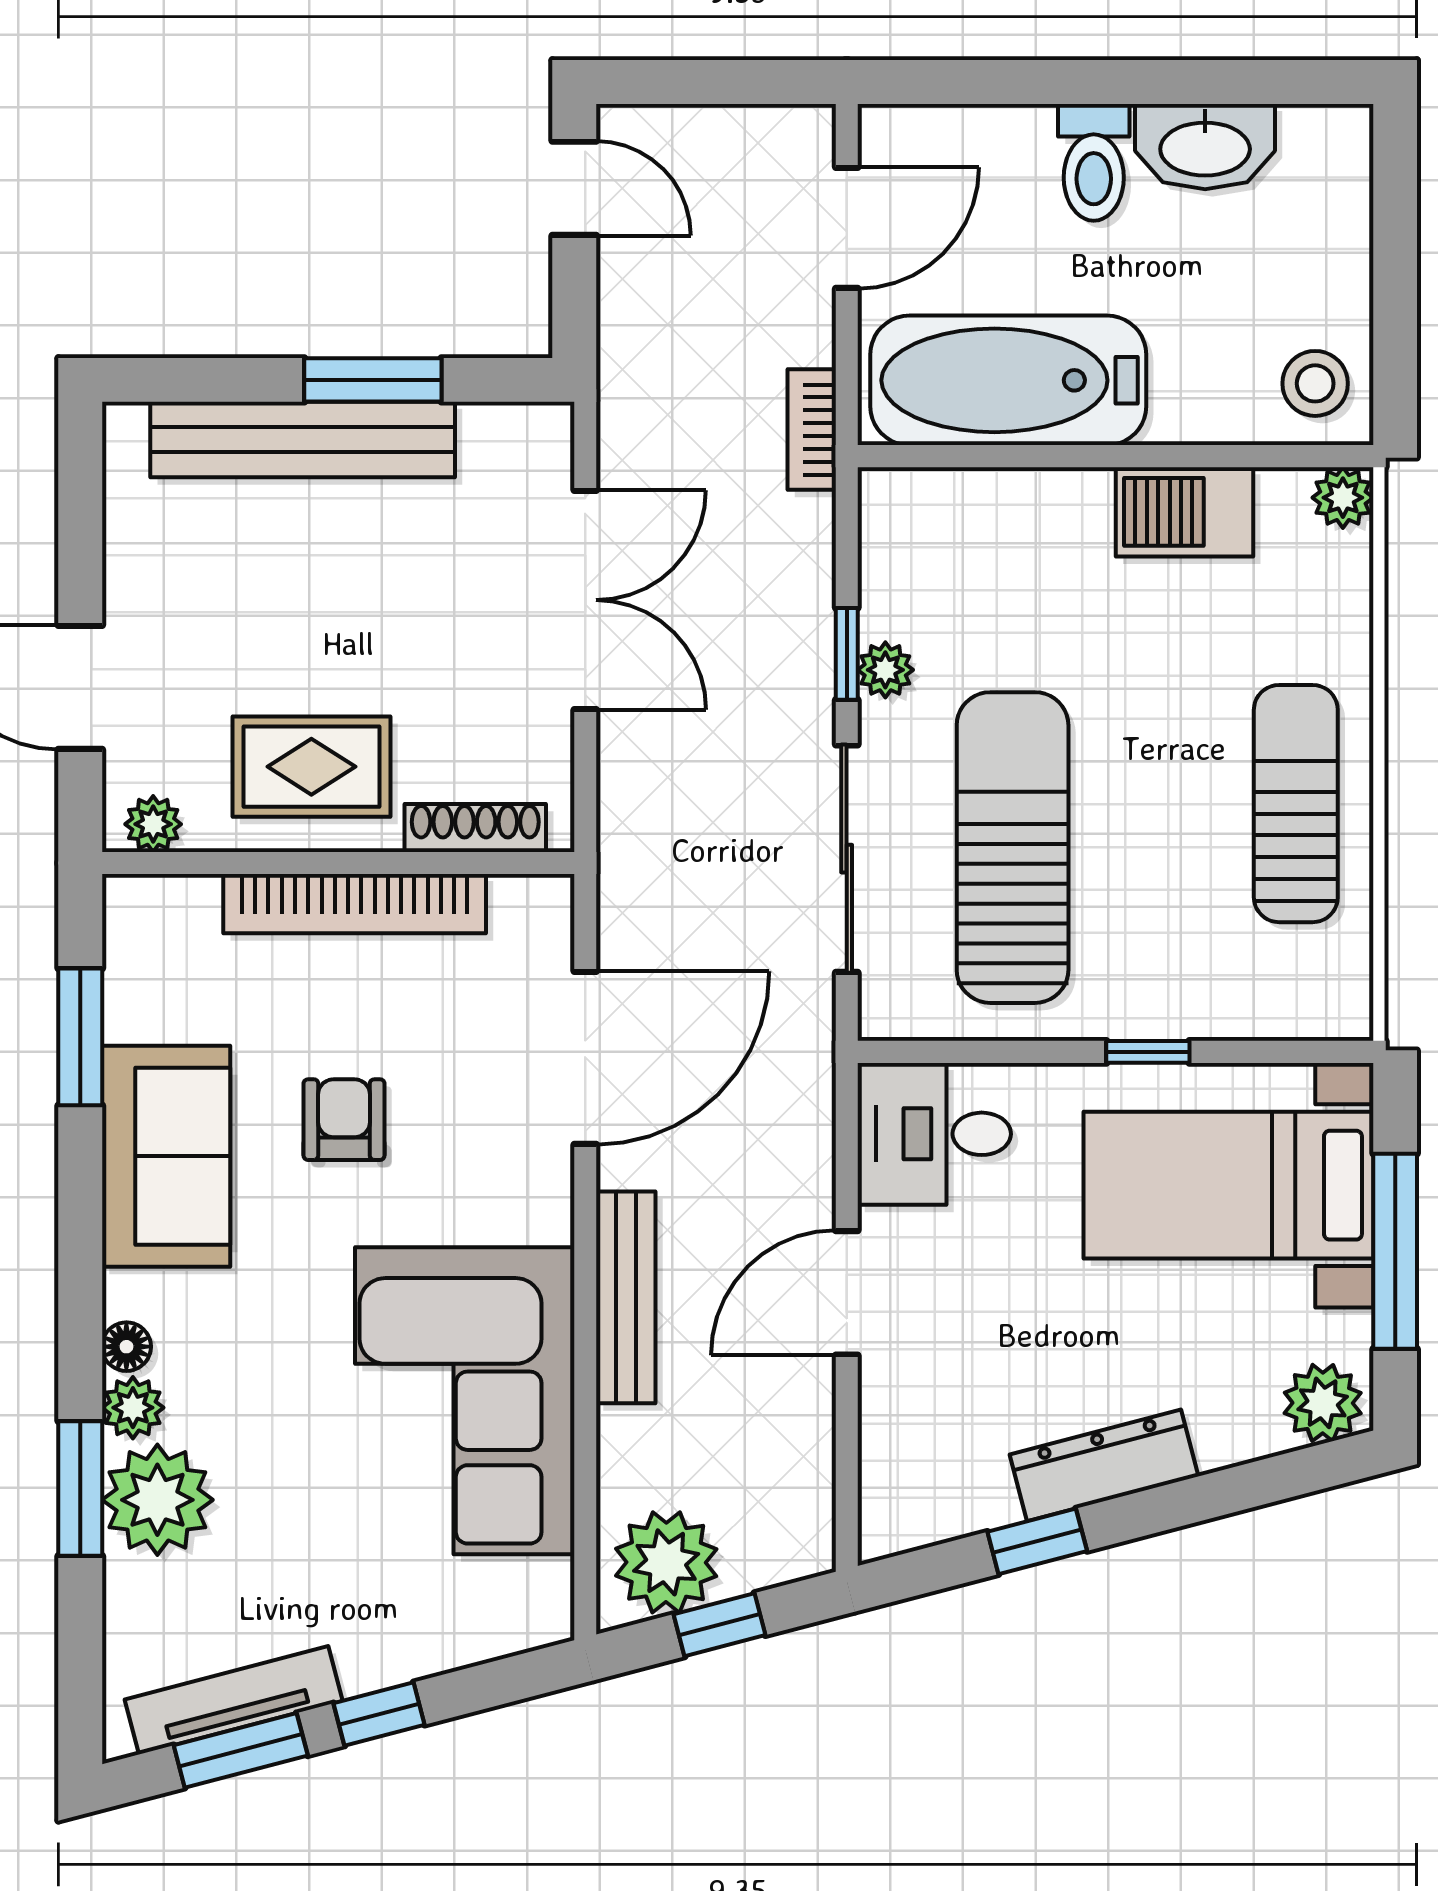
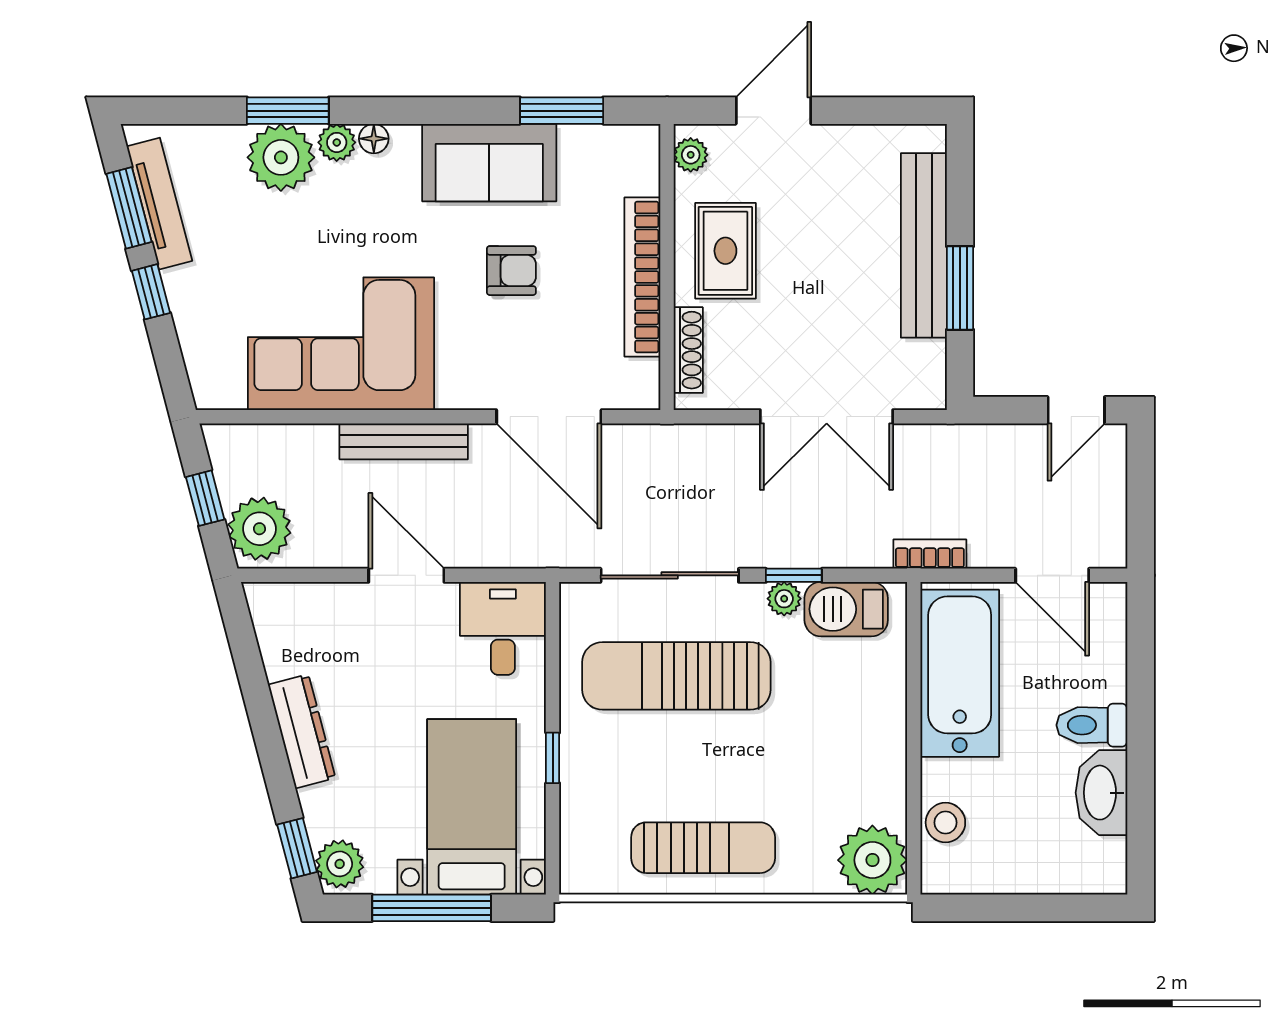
stool: (1315, 383) -> (945, 823), moved
plant: (1343, 498) -> (872, 860), width x1.87, depth x1.87
barbecue: (1184, 512) -> (846, 609), moved, turned -90
sun lounger: (1013, 848) -> (676, 676), turned 180
window: (1037, 1541) -> (297, 848), moved
plant: (666, 1562) -> (259, 529), moved

